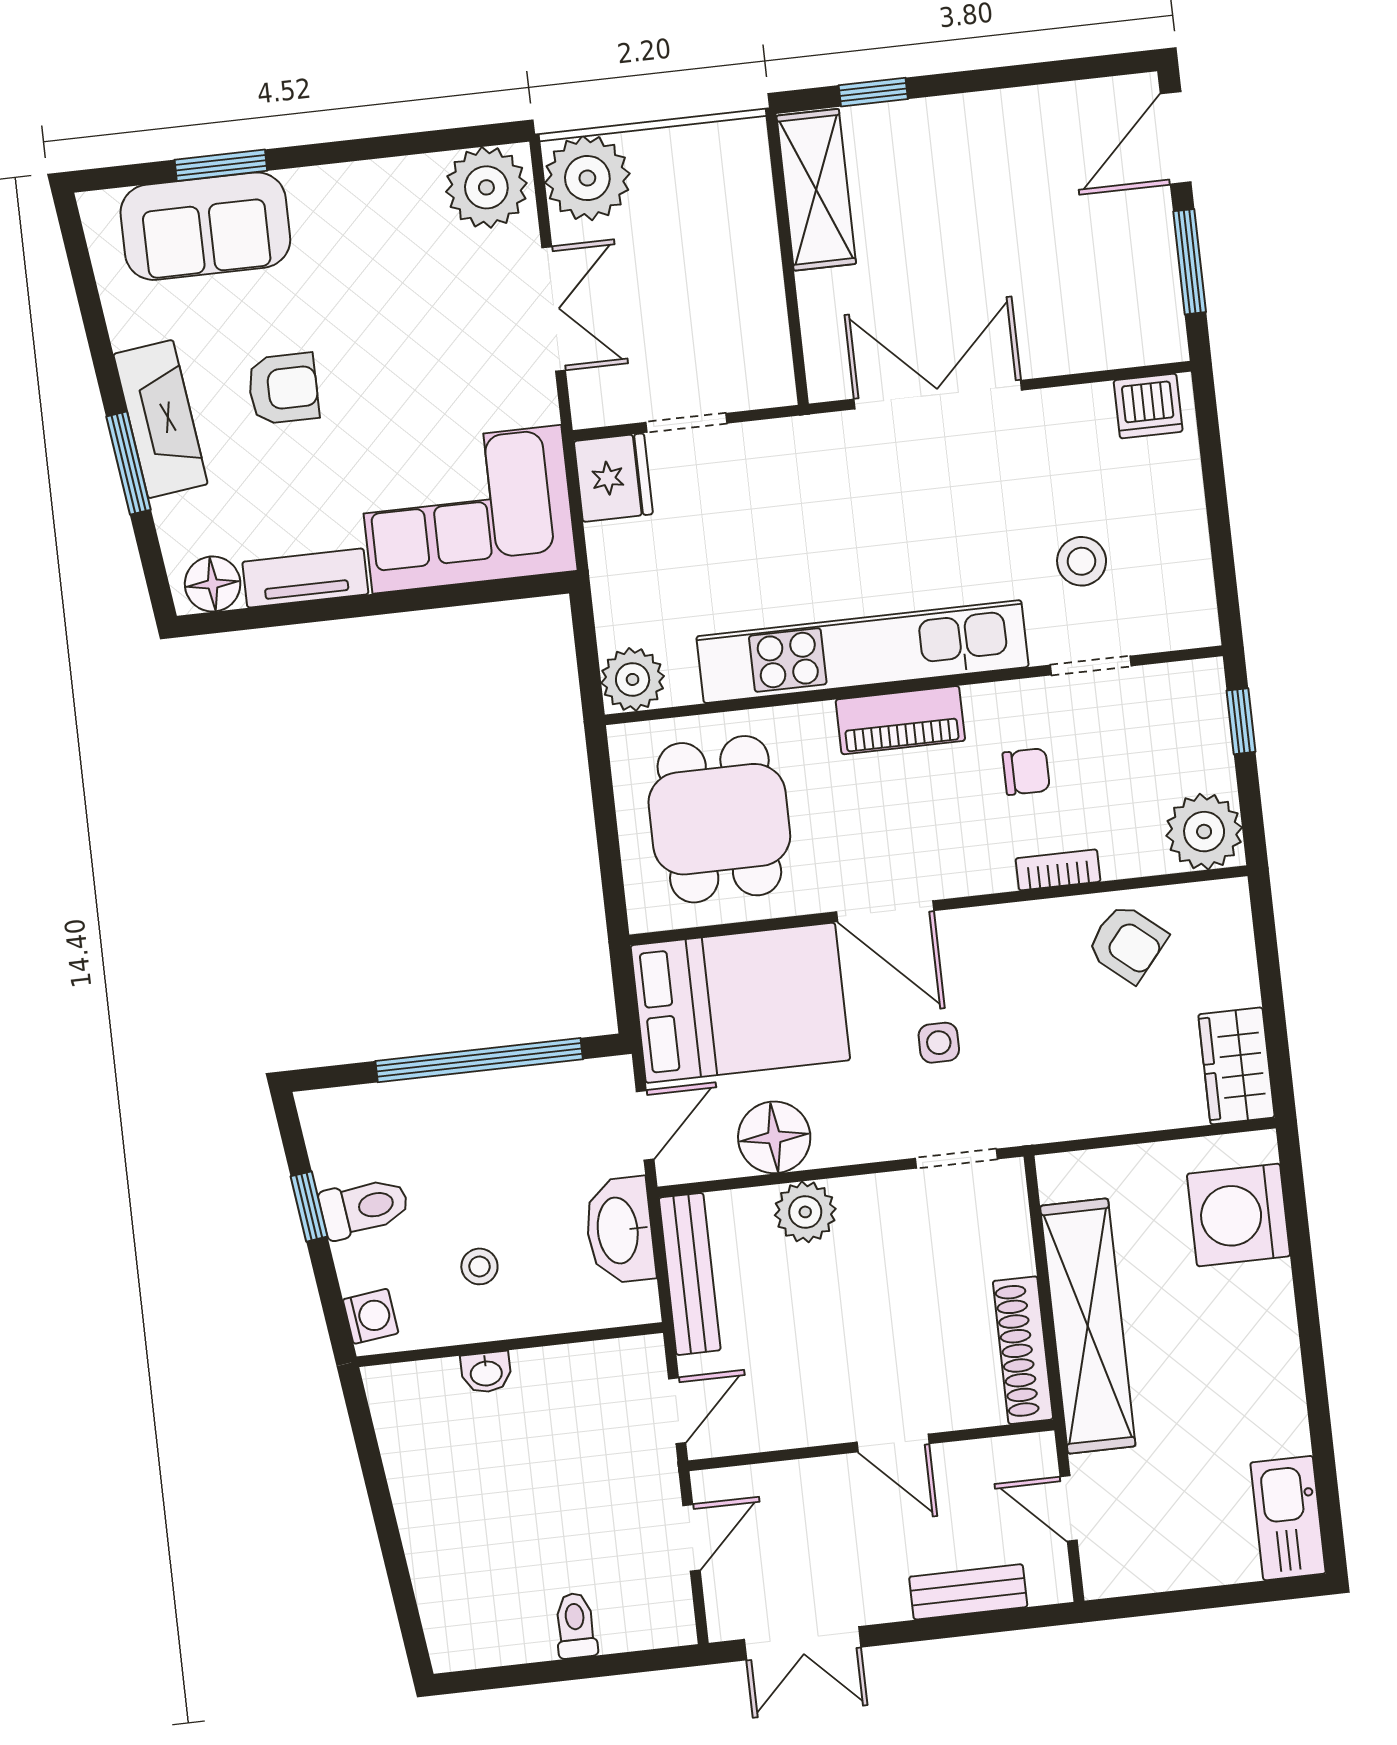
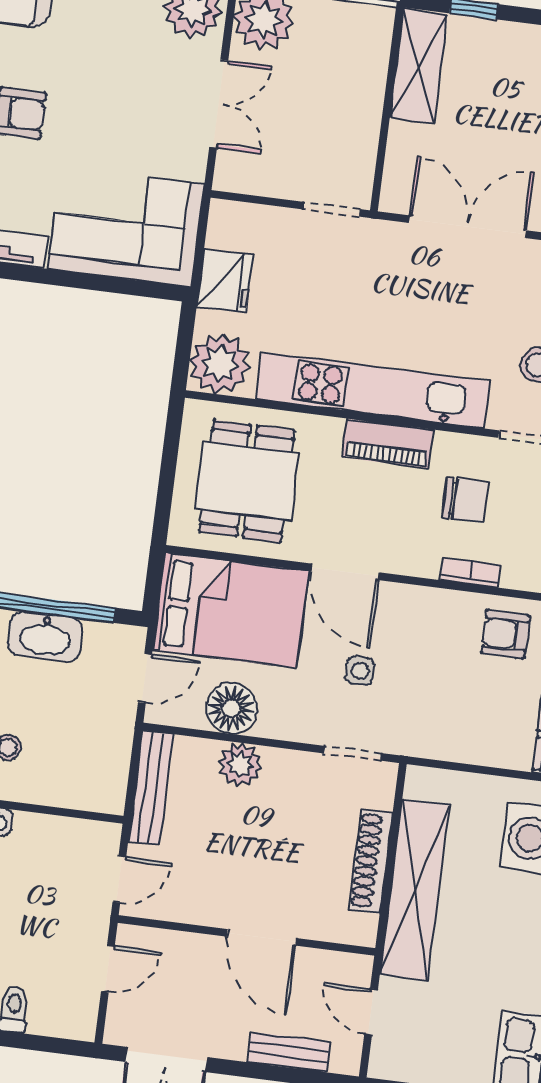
doorway: (686, 423) -> (332, 209), moved
fridge: (613, 478) -> (225, 281), moved
plant: (633, 679) -> (220, 364), width x1.36, depth x1.36
chair: (1026, 772) -> (465, 500), width x1.37, depth x1.37
armchair: (1127, 943) -> (506, 634), turned 140
washbasin: (620, 1230) -> (45, 637), moved, turned -90
shoe rack: (1023, 1350) -> (371, 861), moved
door: (893, 1443) -> (262, 937), width x1.38

